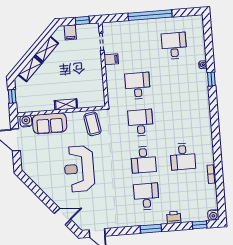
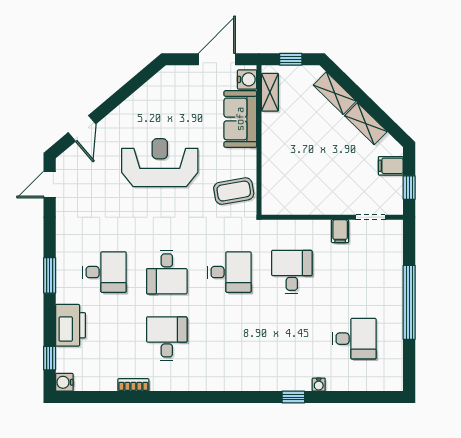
desk: (138, 86) -> (292, 272), turned -90
shelving: (66, 104) -> (270, 92), moved
desk: (183, 157) -> (167, 339), turned 90
desk: (143, 160) -> (167, 272), turned -90
printer: (174, 217) -> (71, 325), width x1.87, depth x1.48

